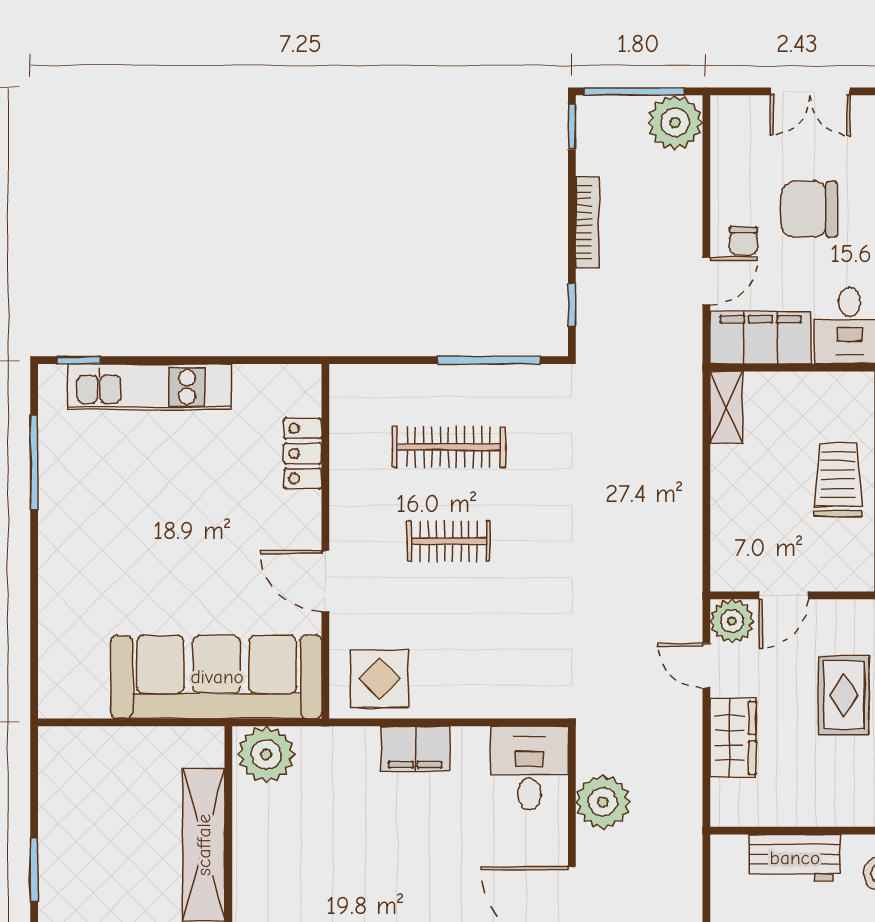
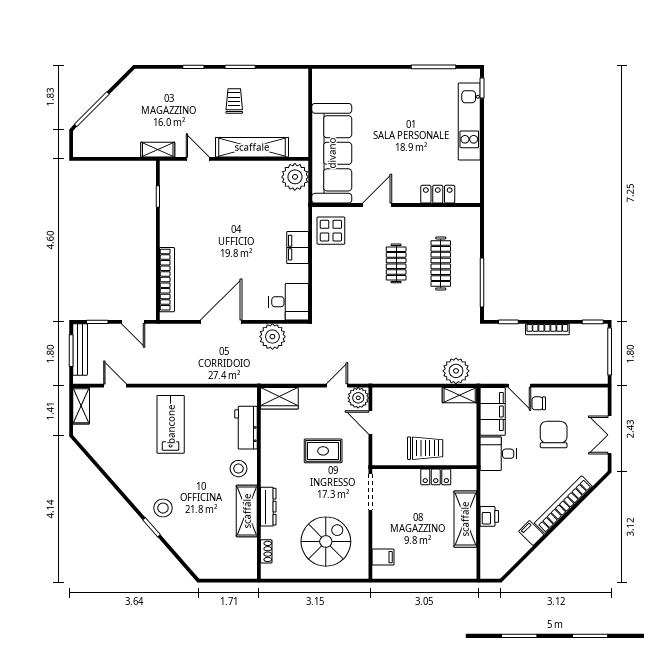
plant: (675, 123) -> (456, 371), moved
wardrobe: (733, 738) -> (279, 398), moved
trolley: (106, 882) -> (234, 101), added

